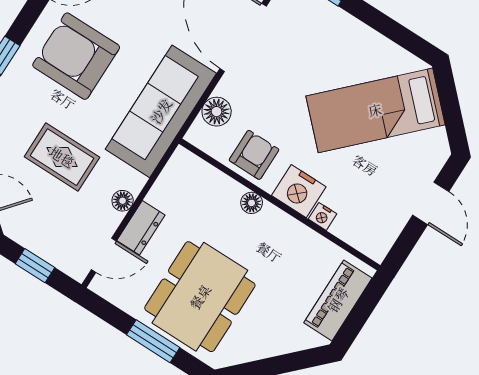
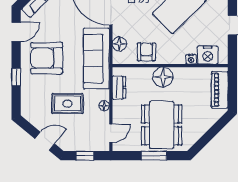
nightstand: (299, 191) -> (208, 55), moved
floor lamp: (252, 203) -> (163, 77), width x1.89, depth x1.89
dresser: (141, 228) -> (119, 88), moved

